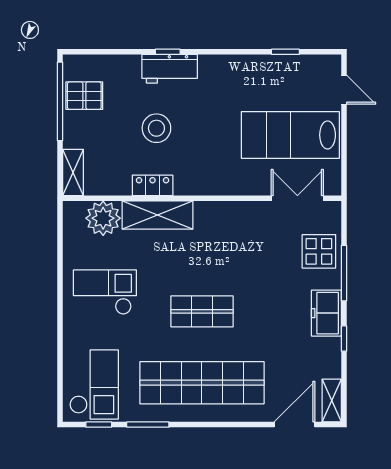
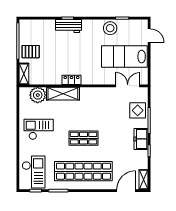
pallet: (84, 96) -> (31, 52), moved
stool: (156, 128) -> (110, 28), moved
locker: (153, 185) -> (71, 80), moved

